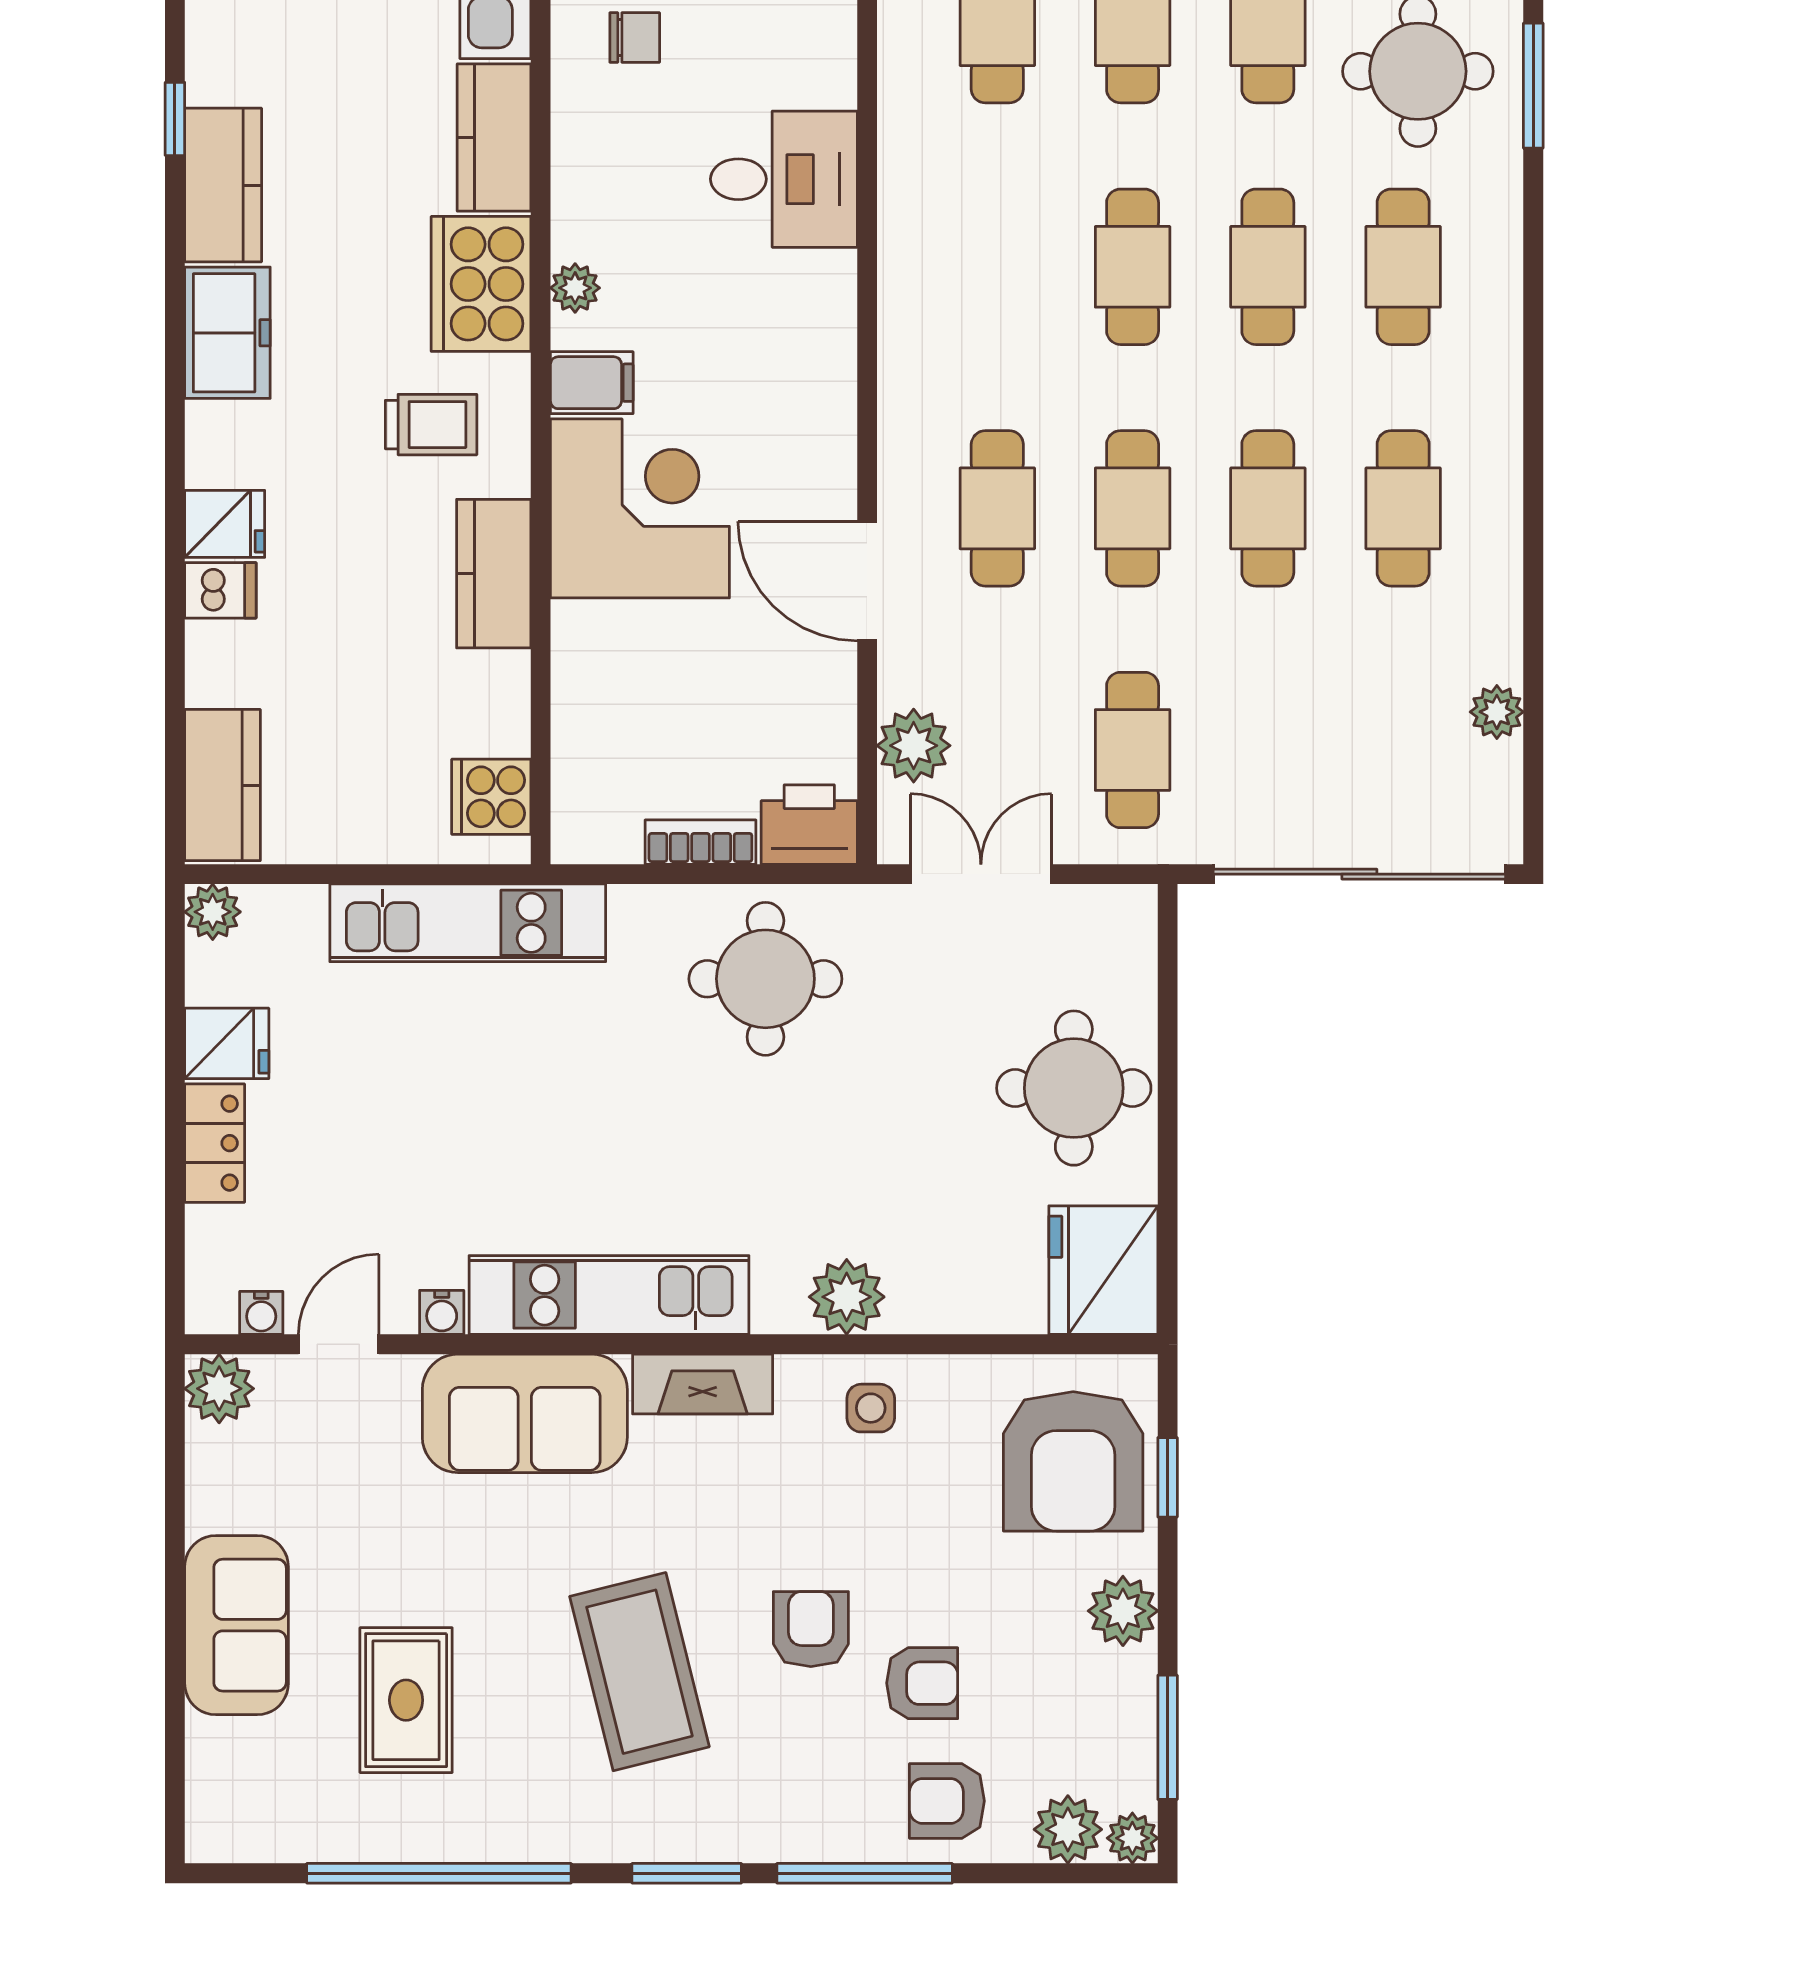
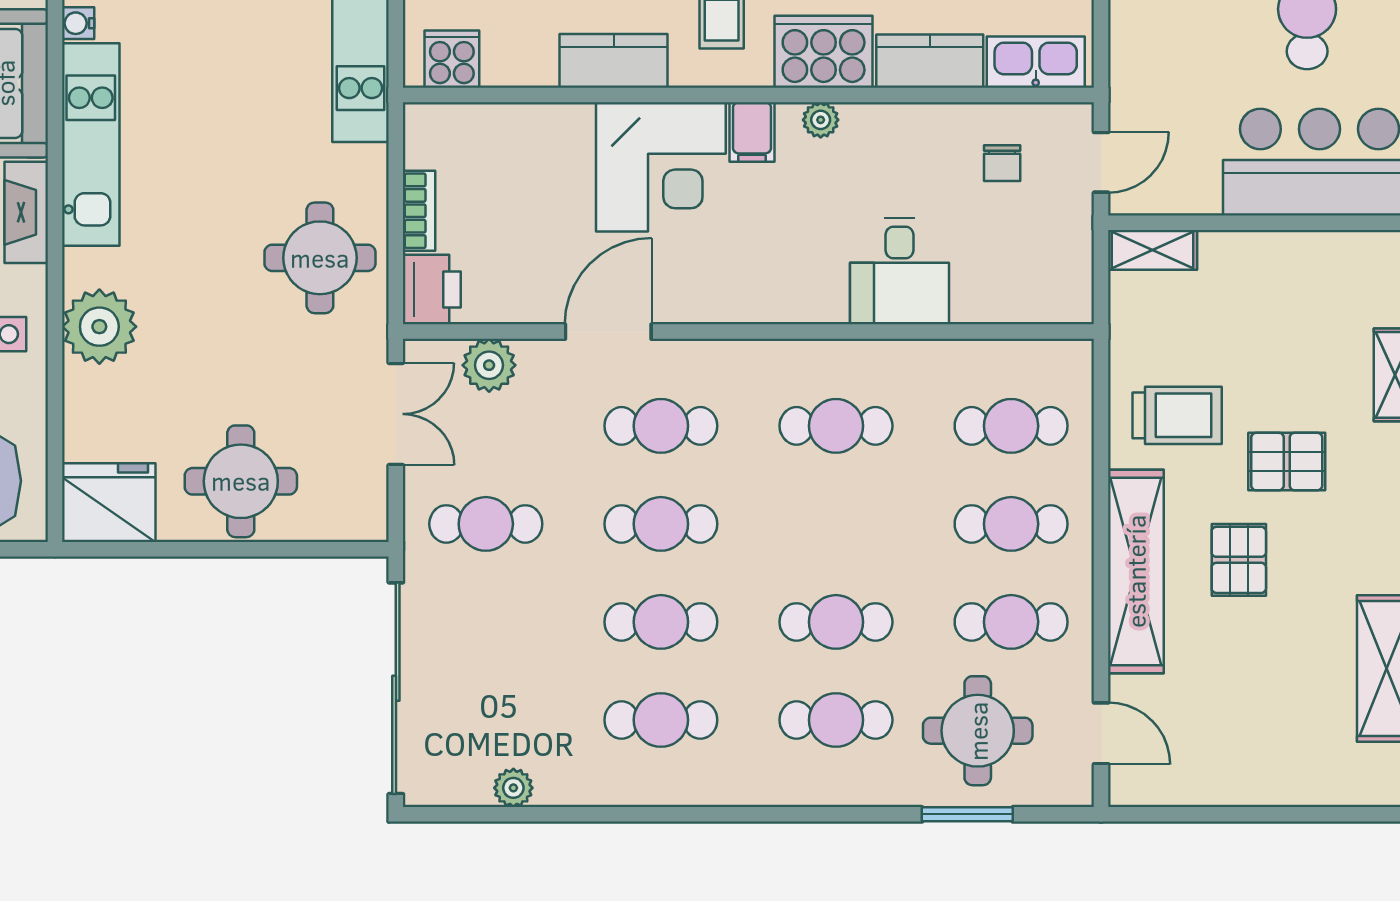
cafe table: (1133, 267) -> (836, 426), moved
plant: (847, 1297) -> (99, 327), width x1.36, depth x1.36

